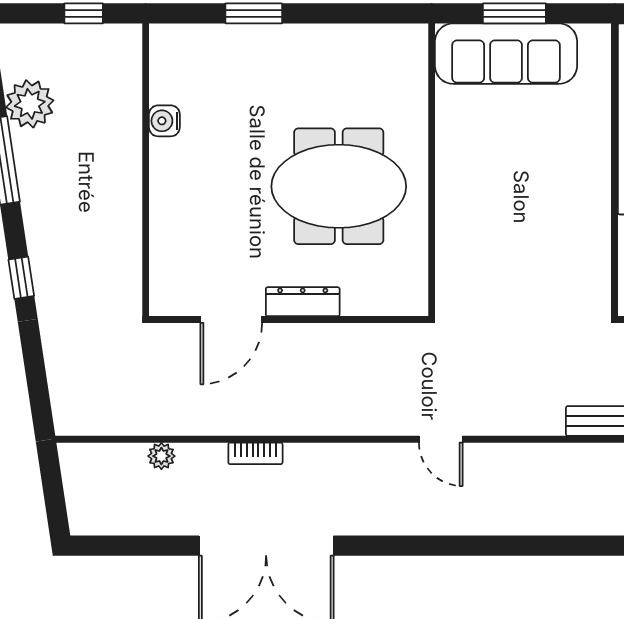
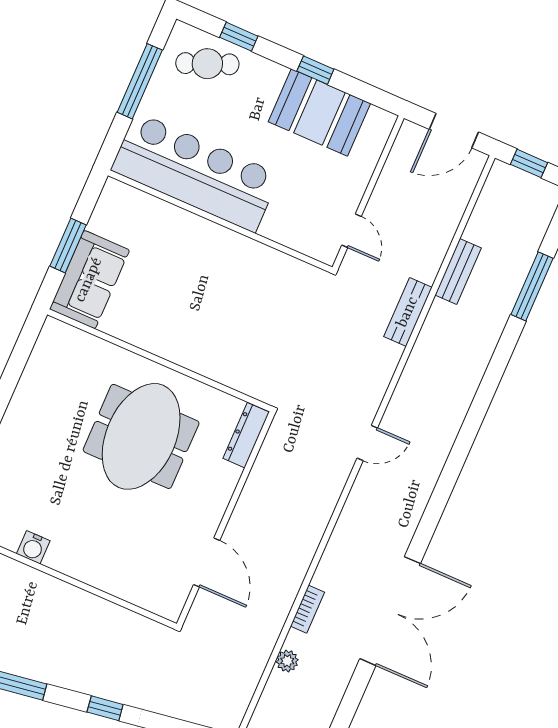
sofa: (506, 54) -> (89, 280), width x0.73
dresser: (303, 302) -> (246, 435), moved
bookcase: (255, 453) -> (307, 609), moved

